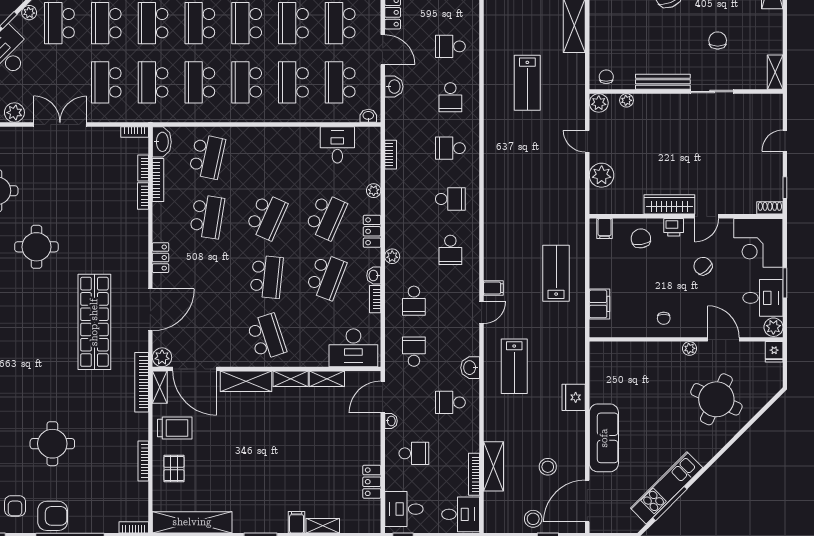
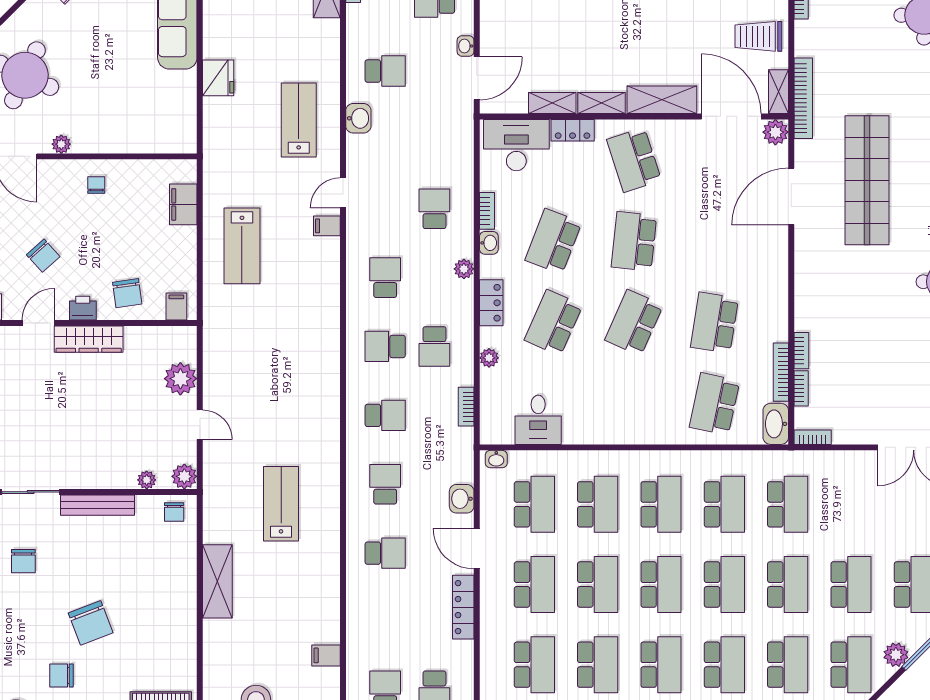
school desk: (106, 82) -> (851, 504), removed
locker: (161, 258) -> (573, 130), moved, turned -90
school desk: (414, 352) -> (434, 346), moved

